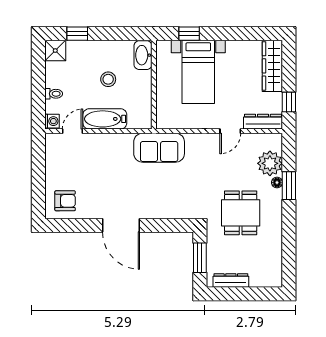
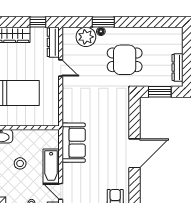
sofa: (159, 148) -> (74, 143), moved

